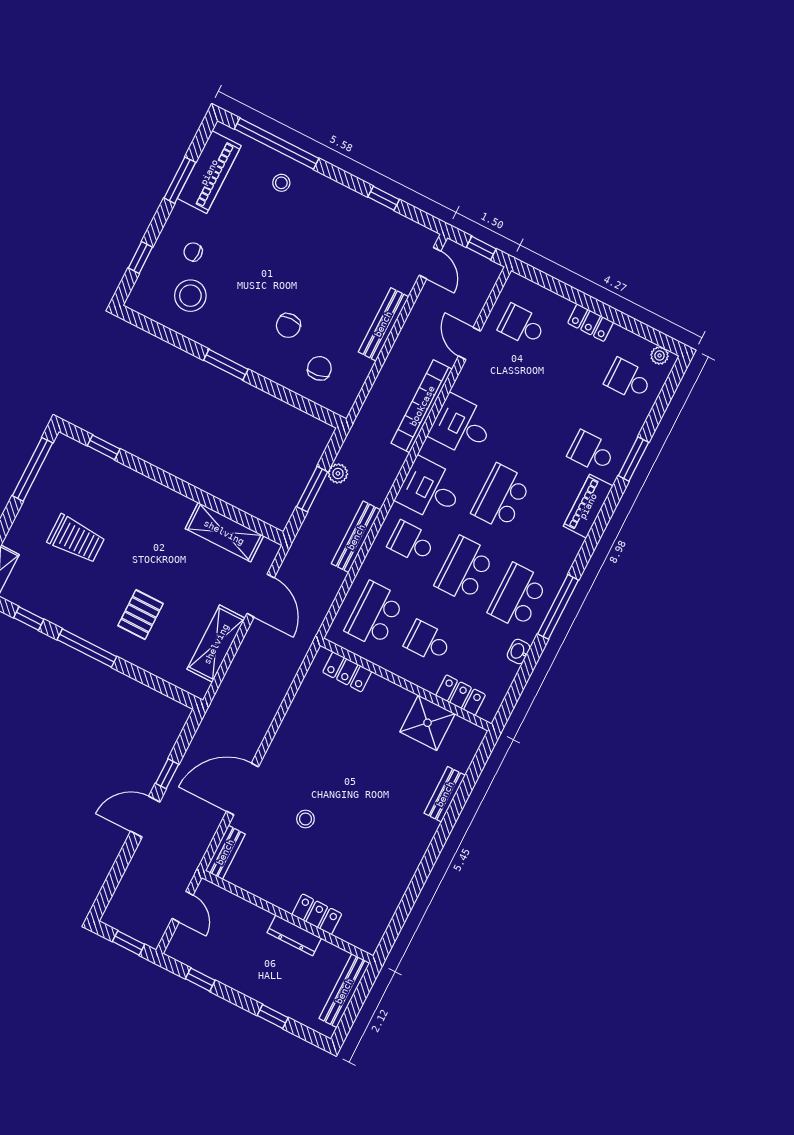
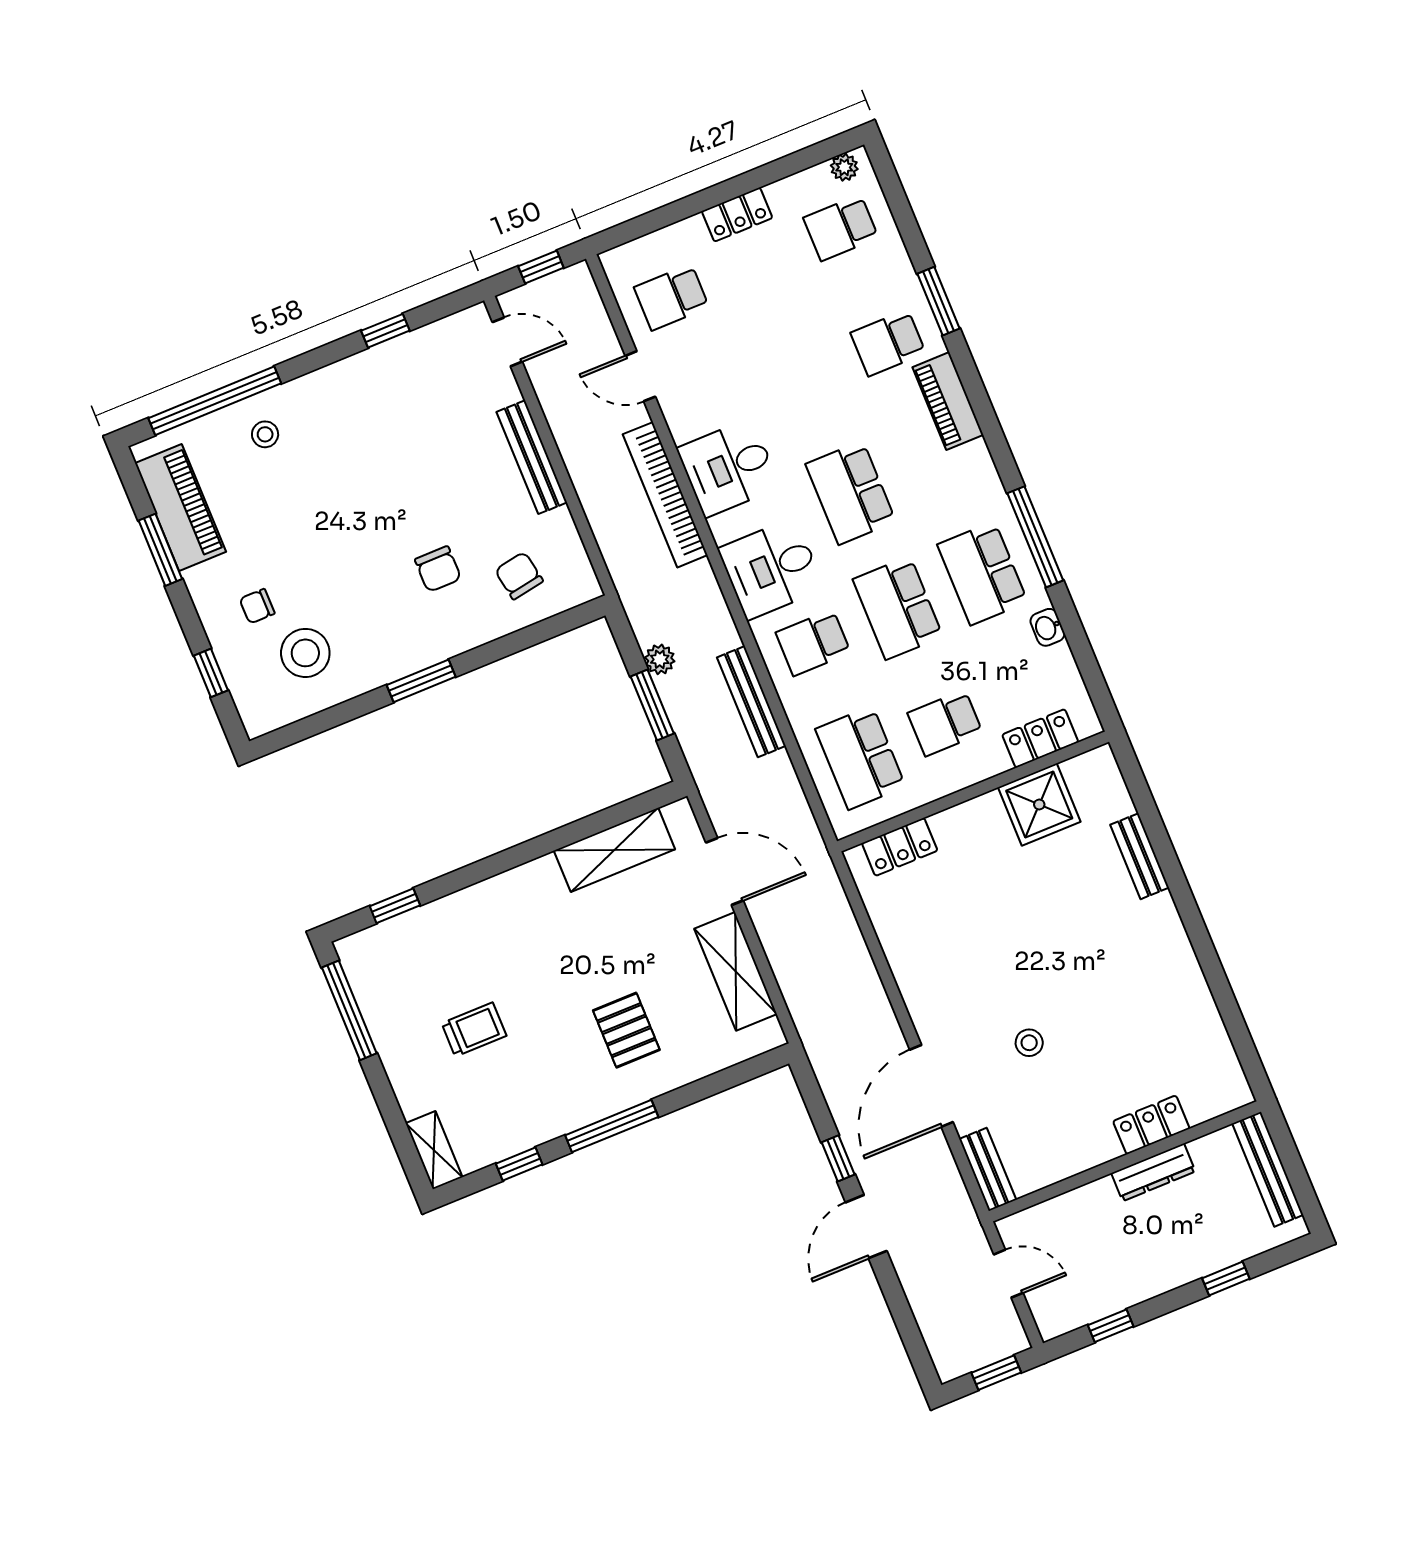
trolley: (76, 539) -> (474, 1029), width x0.73, depth x0.72

